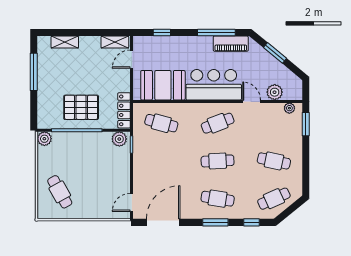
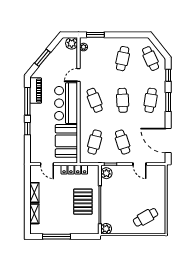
window: (162, 32) -> (27, 129), moved
shelving: (115, 42) -> (34, 193), moved
plant: (275, 92) -> (72, 43), moved
locker: (124, 110) -> (74, 170), moved
cafe table: (161, 161) -> (123, 142), added
door: (132, 202) -> (140, 164), moved

